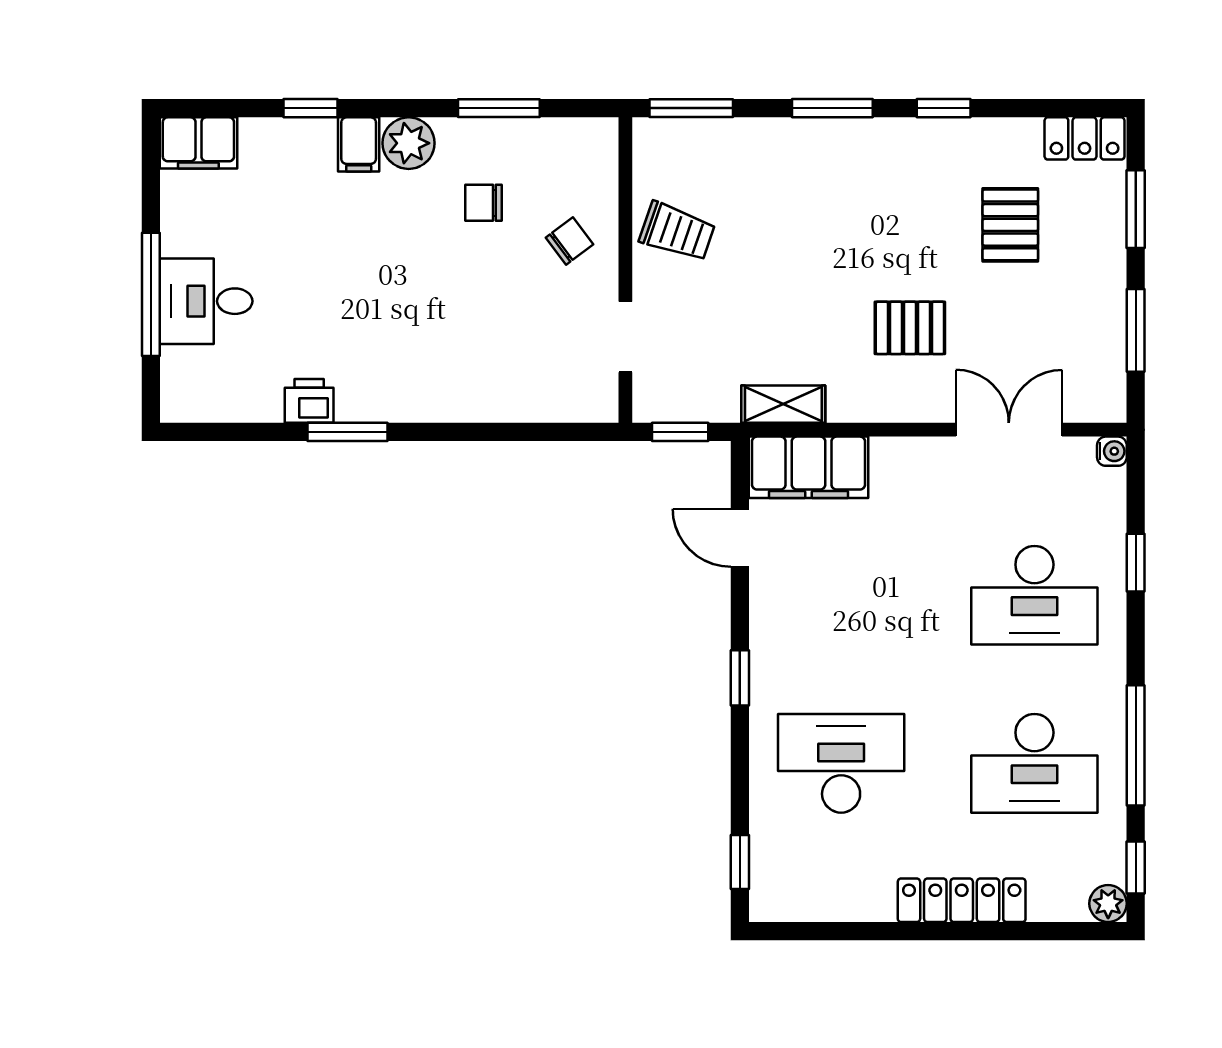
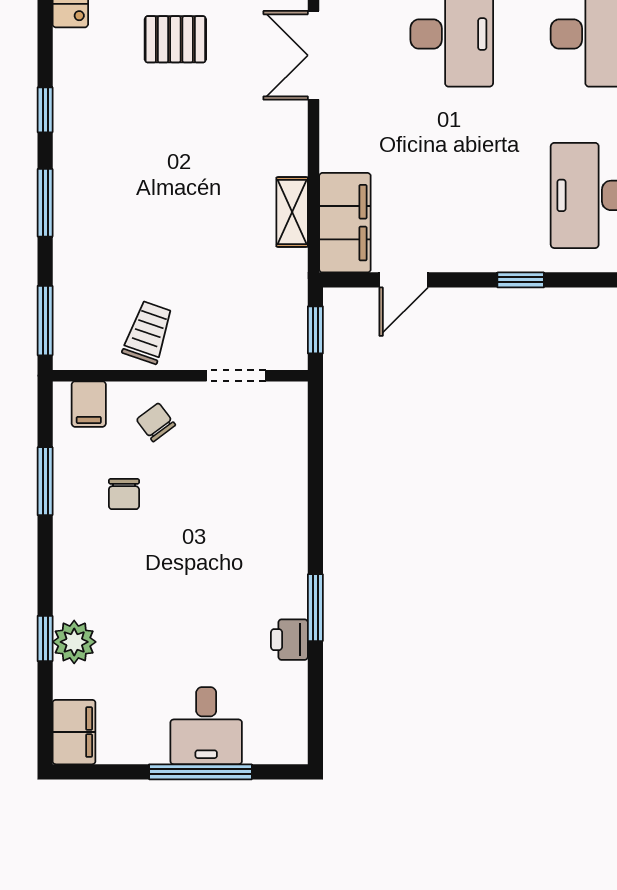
plant: (409, 143) -> (74, 642), moved
filing cabinet: (359, 144) -> (89, 404), moved, turned 90
pallet: (1010, 225) -> (175, 39), moved
pallet: (910, 328) -> (228, 138), removed
shelving: (783, 404) -> (292, 212), moved

